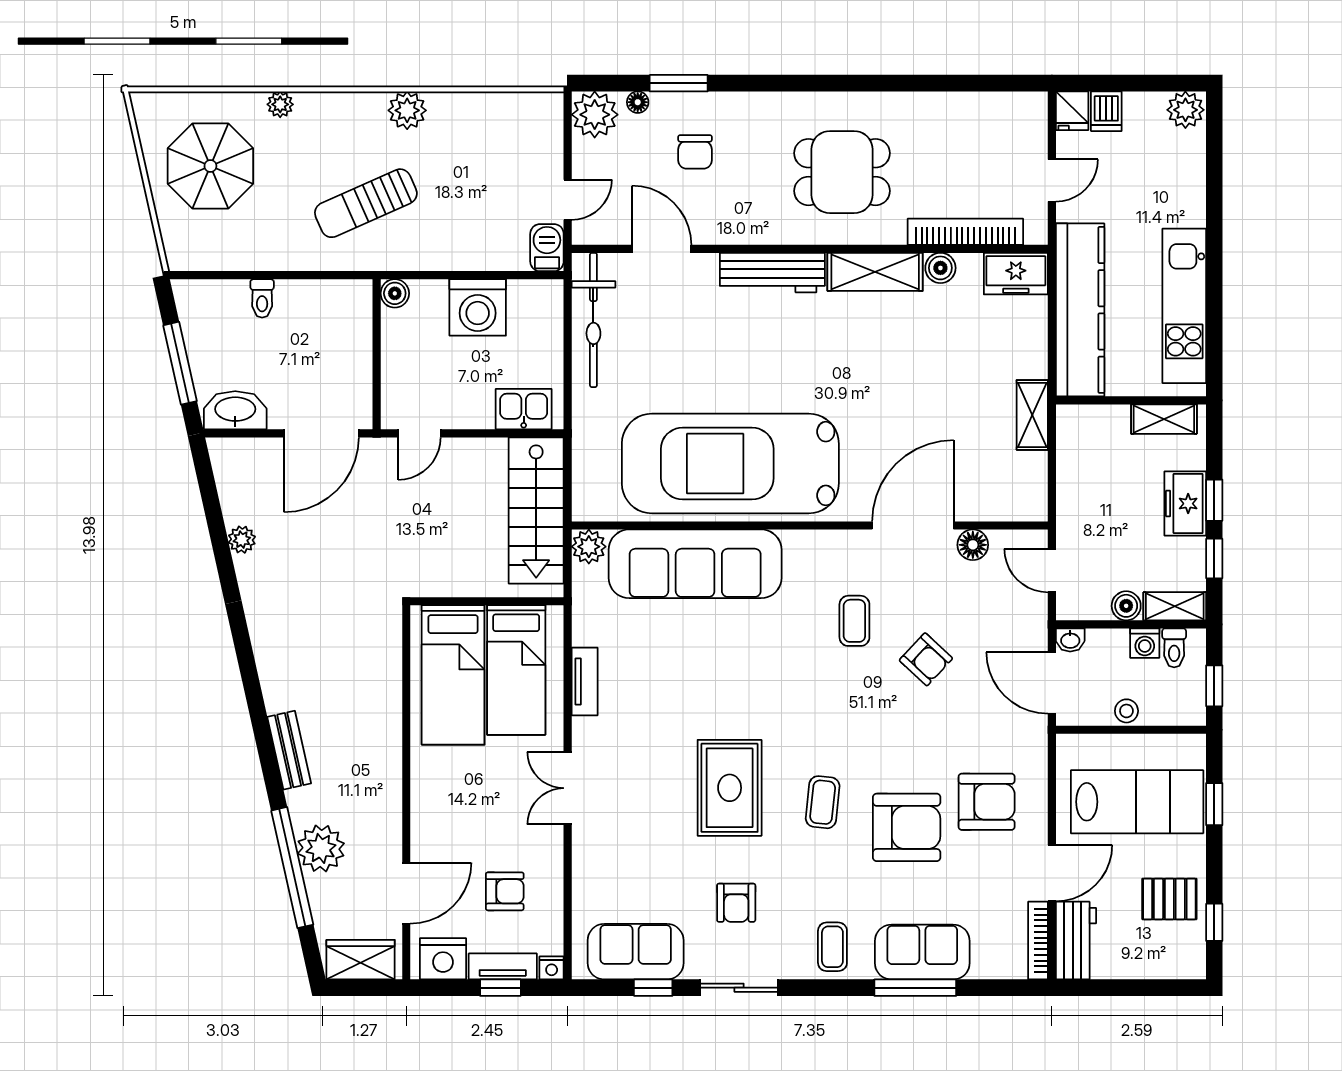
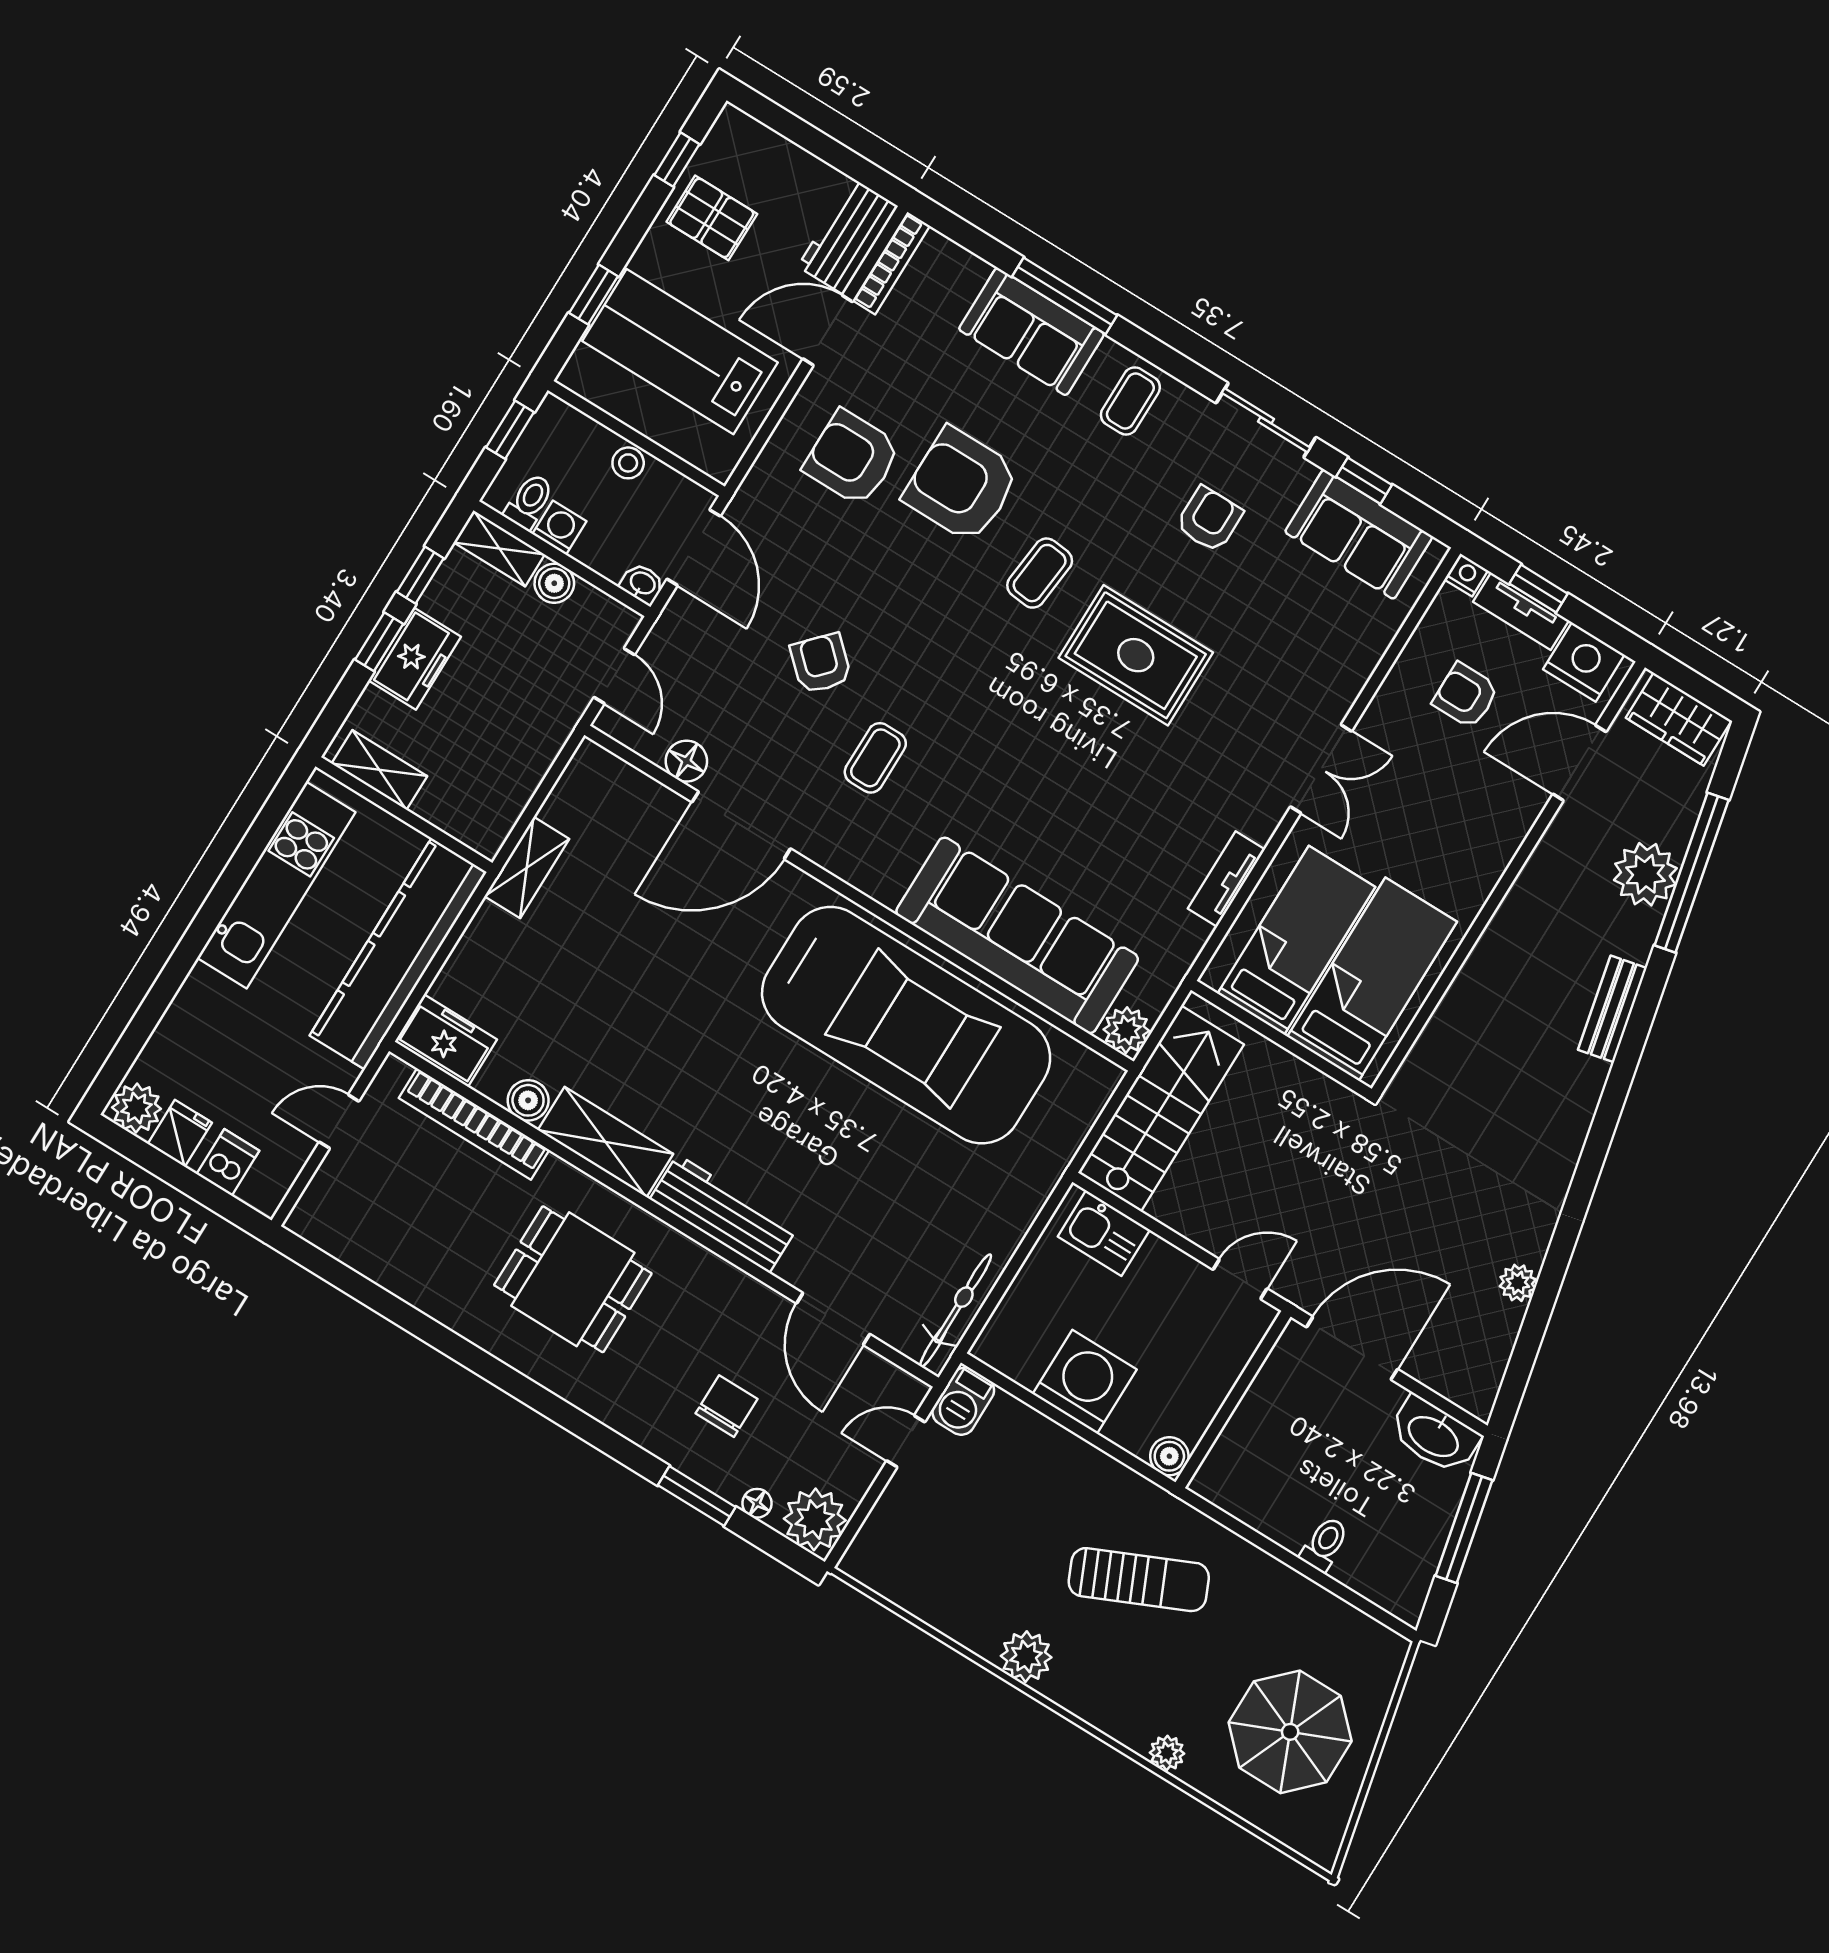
fridge: (1072, 111) -> (180, 1133), moved
bicycle: (593, 320) -> (956, 1311), width x0.73, depth x0.71
rug: (730, 788) -> (1136, 655), turned 90

